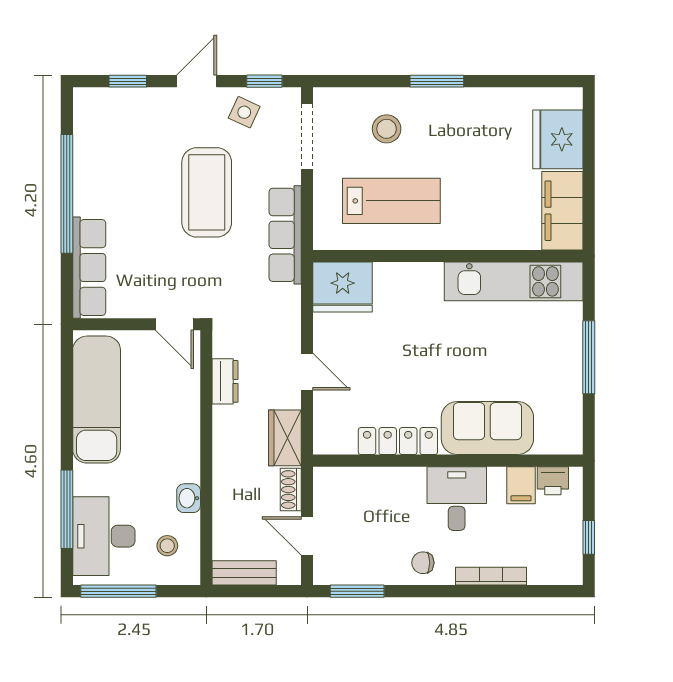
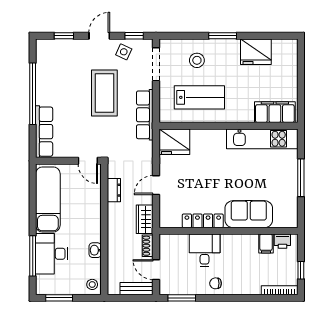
fridge: (558, 139) -> (256, 52), moved, turned -90
filing cabinet: (562, 211) -> (275, 112), moved, turned 90
door: (307, 372) -> (156, 185), swing flipped
desk: (457, 499) -> (205, 250), moved
desk: (104, 536) -> (52, 254), moved
stool: (167, 546) -> (92, 284), moved
bench: (244, 573) -> (137, 289), moved
bookcase: (491, 576) -> (280, 290), moved
window: (118, 591) -> (59, 298), width x0.69

